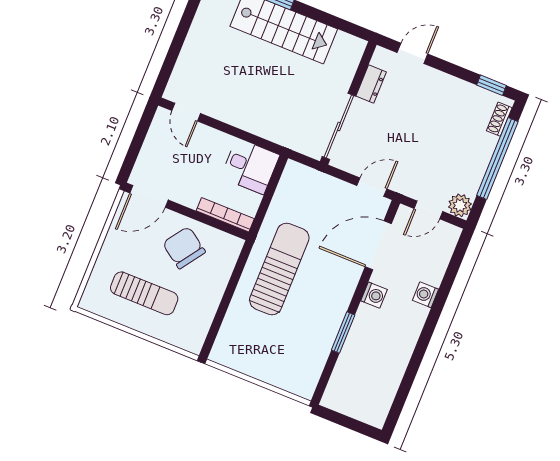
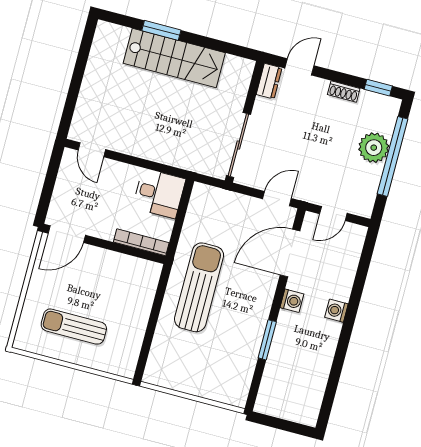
dresser: (371, 84) -> (269, 81), moved
shoe rack: (499, 119) -> (344, 91), moved, turned -90
plant: (460, 205) -> (374, 148), moved, width x1.36, depth x1.36
chair: (184, 248) -> (106, 278), removed
sun lounger: (144, 293) -> (74, 327), turned 180
washing machine: (426, 295) -> (336, 311), moved

